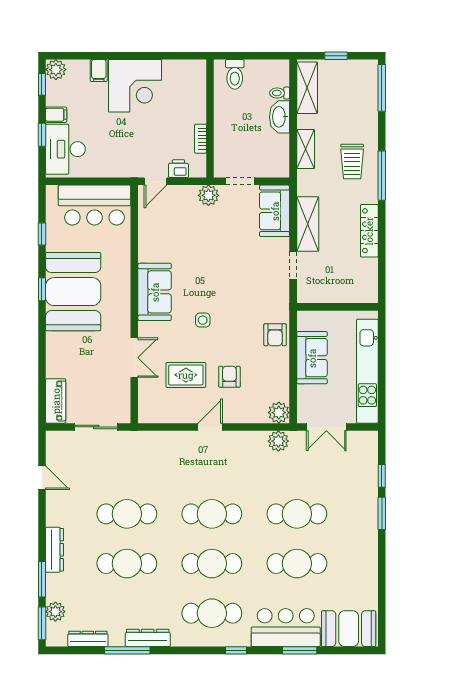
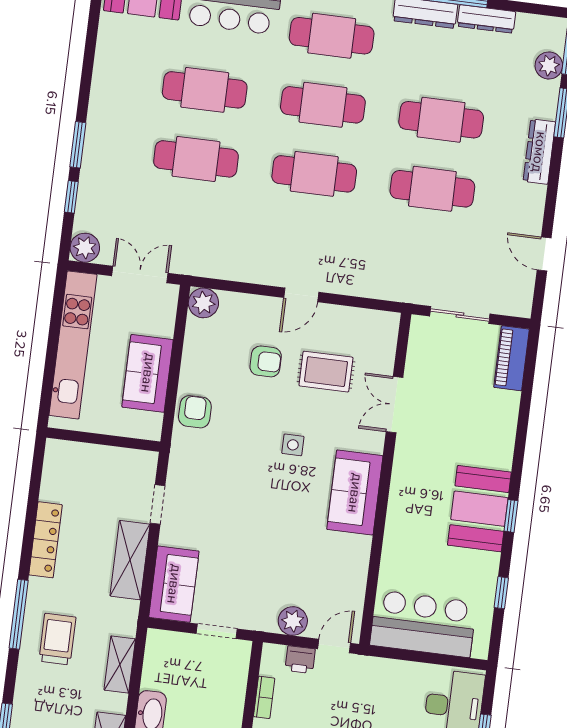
plant: (208, 195) -> (293, 621), moved
booth: (73, 292) -> (479, 509), width x0.73, depth x0.70
armchair: (229, 377) -> (266, 361), turned -90
plant: (278, 441) -> (85, 248), moved
dresser: (88, 639) -> (486, 19), moved

